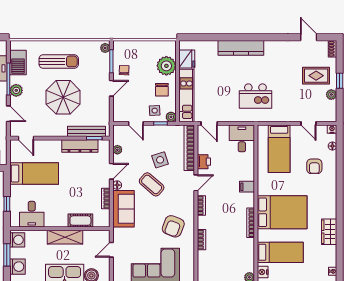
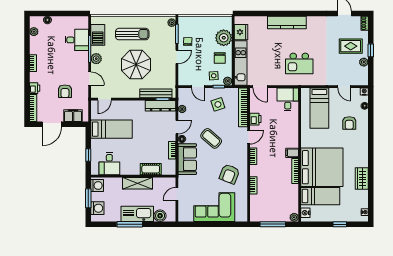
door: (26, 138) -> (104, 99), hinge flipped
dresser: (80, 146) -> (161, 106), moved
side table: (160, 160) -> (218, 104), moved
filing cabinet: (247, 187) -> (292, 153), moved
bed: (282, 212) -> (322, 167), width x1.36

